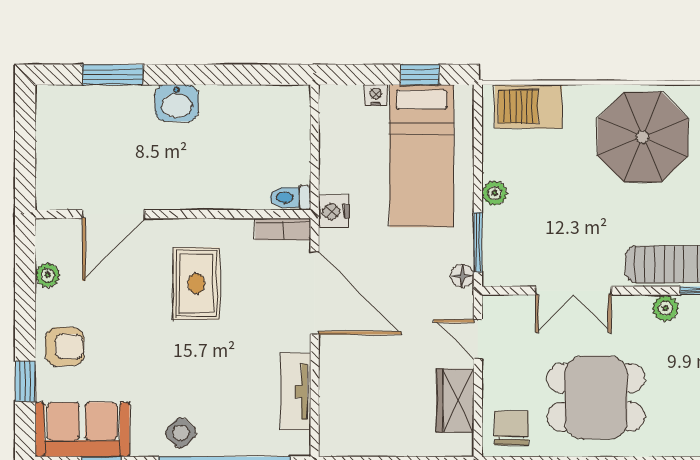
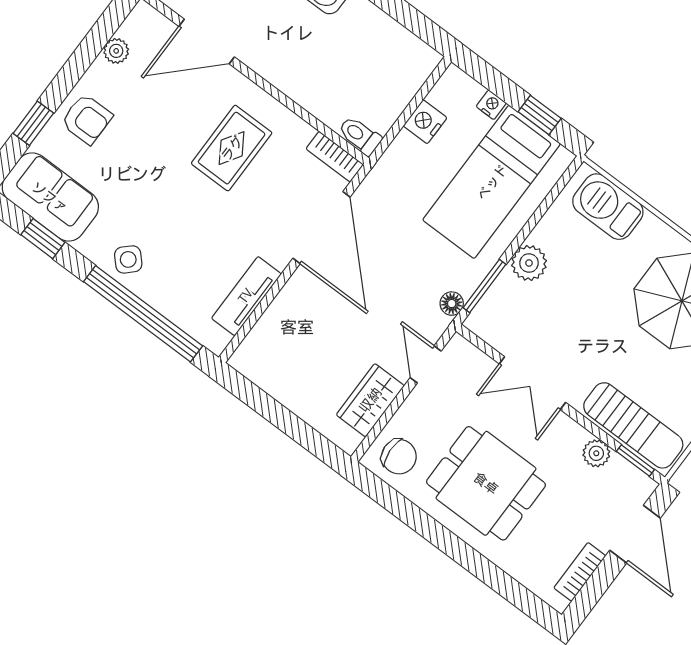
plant: (495, 193) -> (529, 263), width x1.38, depth x1.38
nightstand: (334, 211) -> (425, 122), moved
chair: (511, 428) -> (399, 457), turned 87

